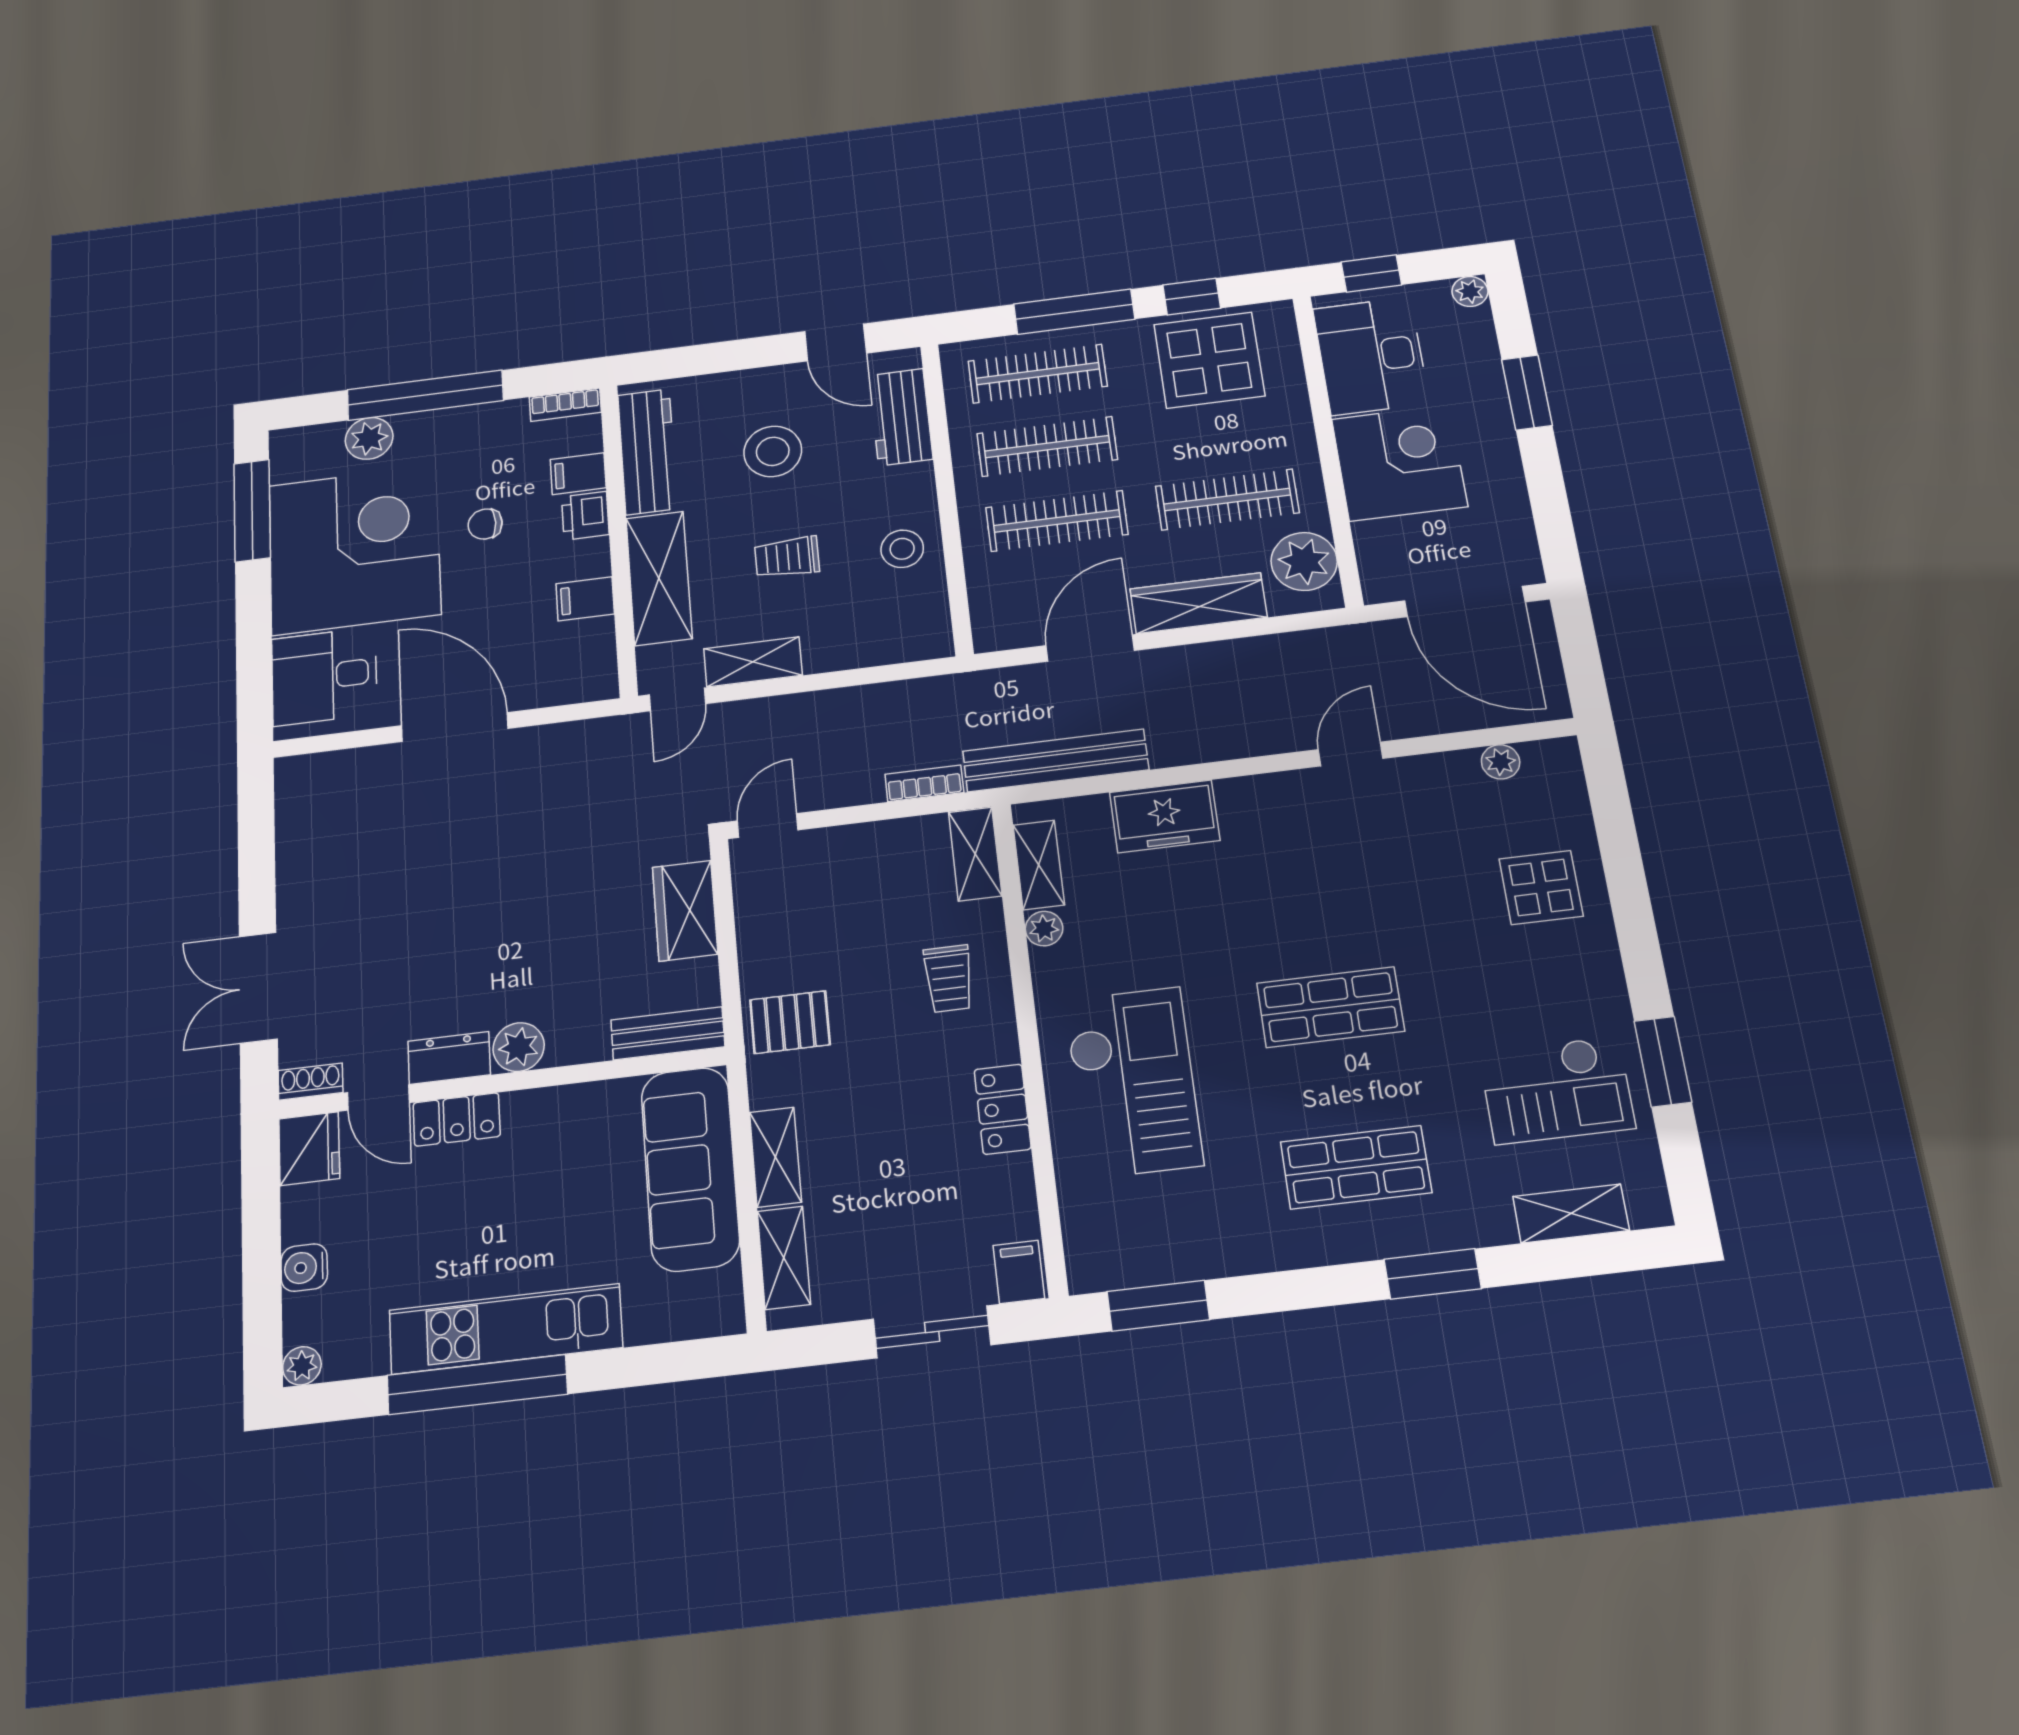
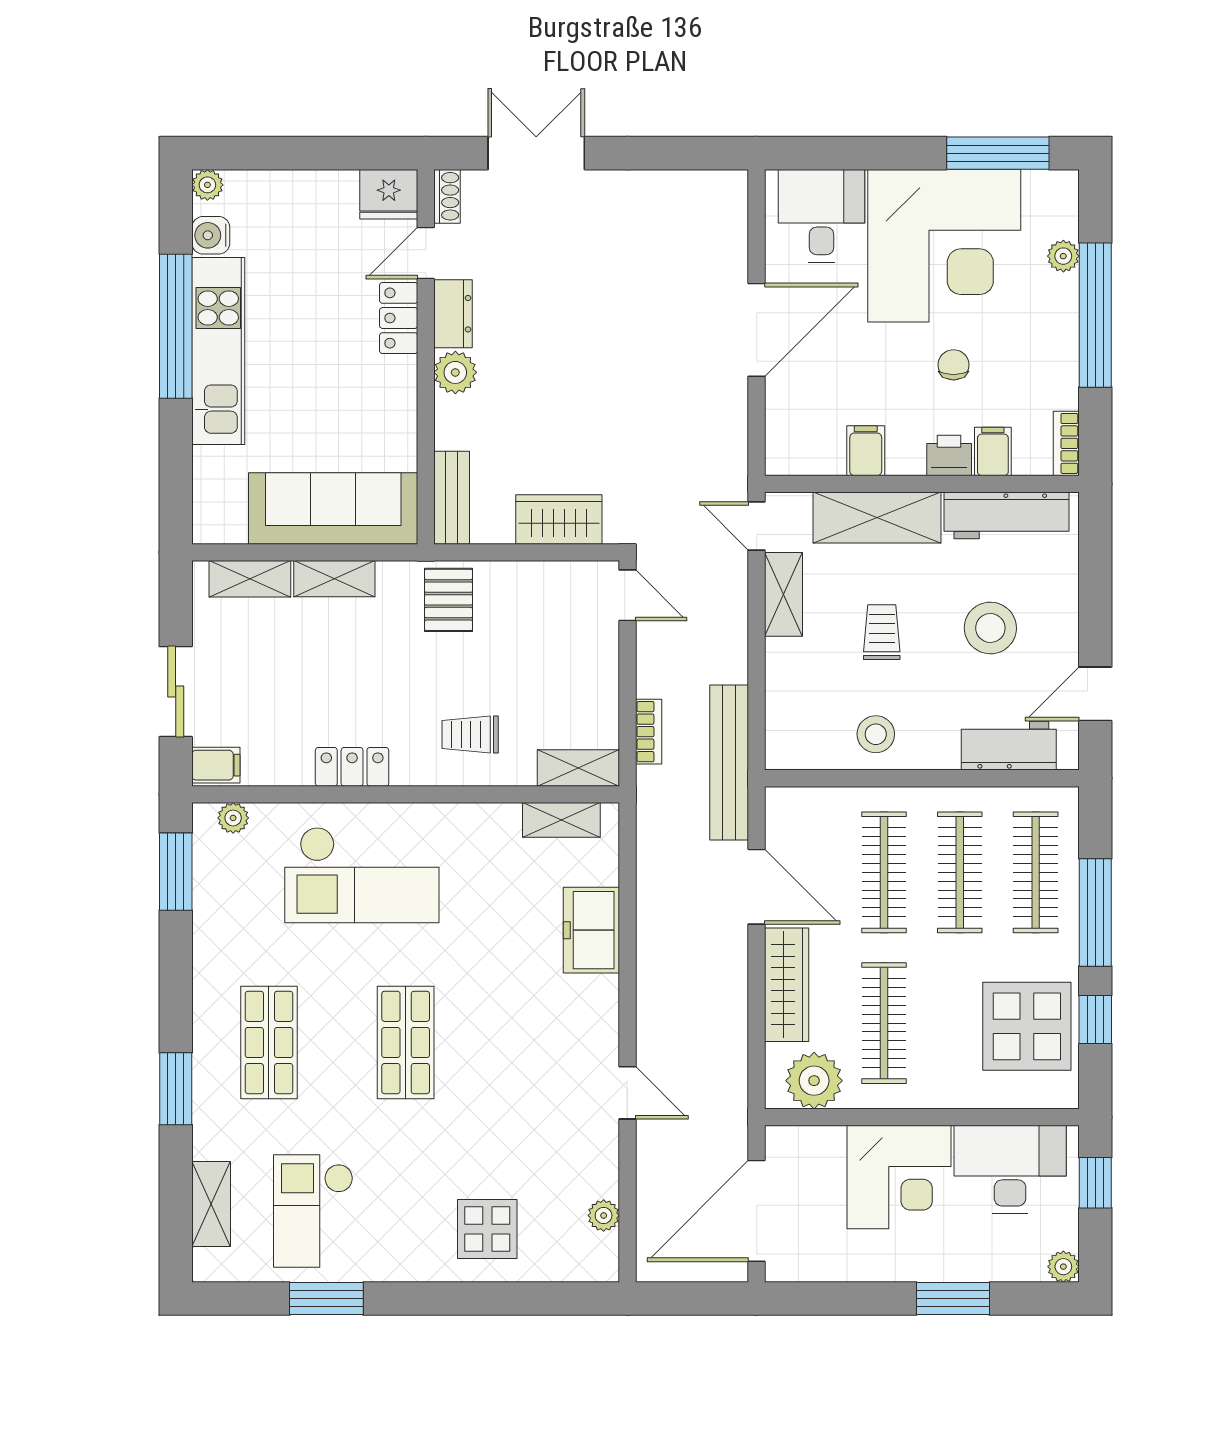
plant: (369, 438) -> (1063, 256), width x0.73, depth x0.73
bench: (1056, 760) -> (729, 763), moved
plant: (1044, 929) -> (233, 818), moved
water cooler: (304, 1268) -> (211, 235), moved, turned -90

